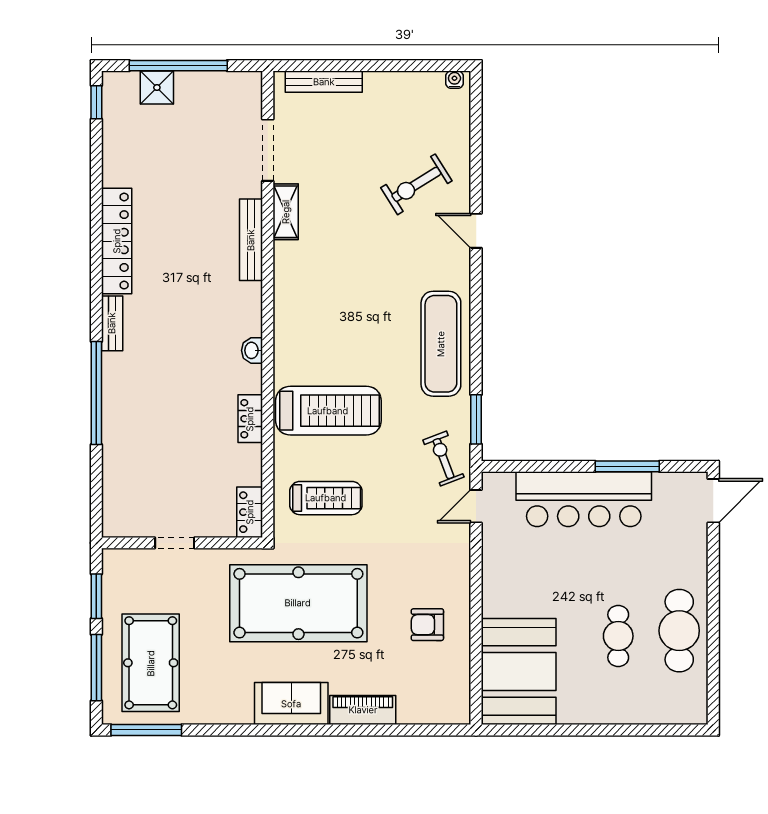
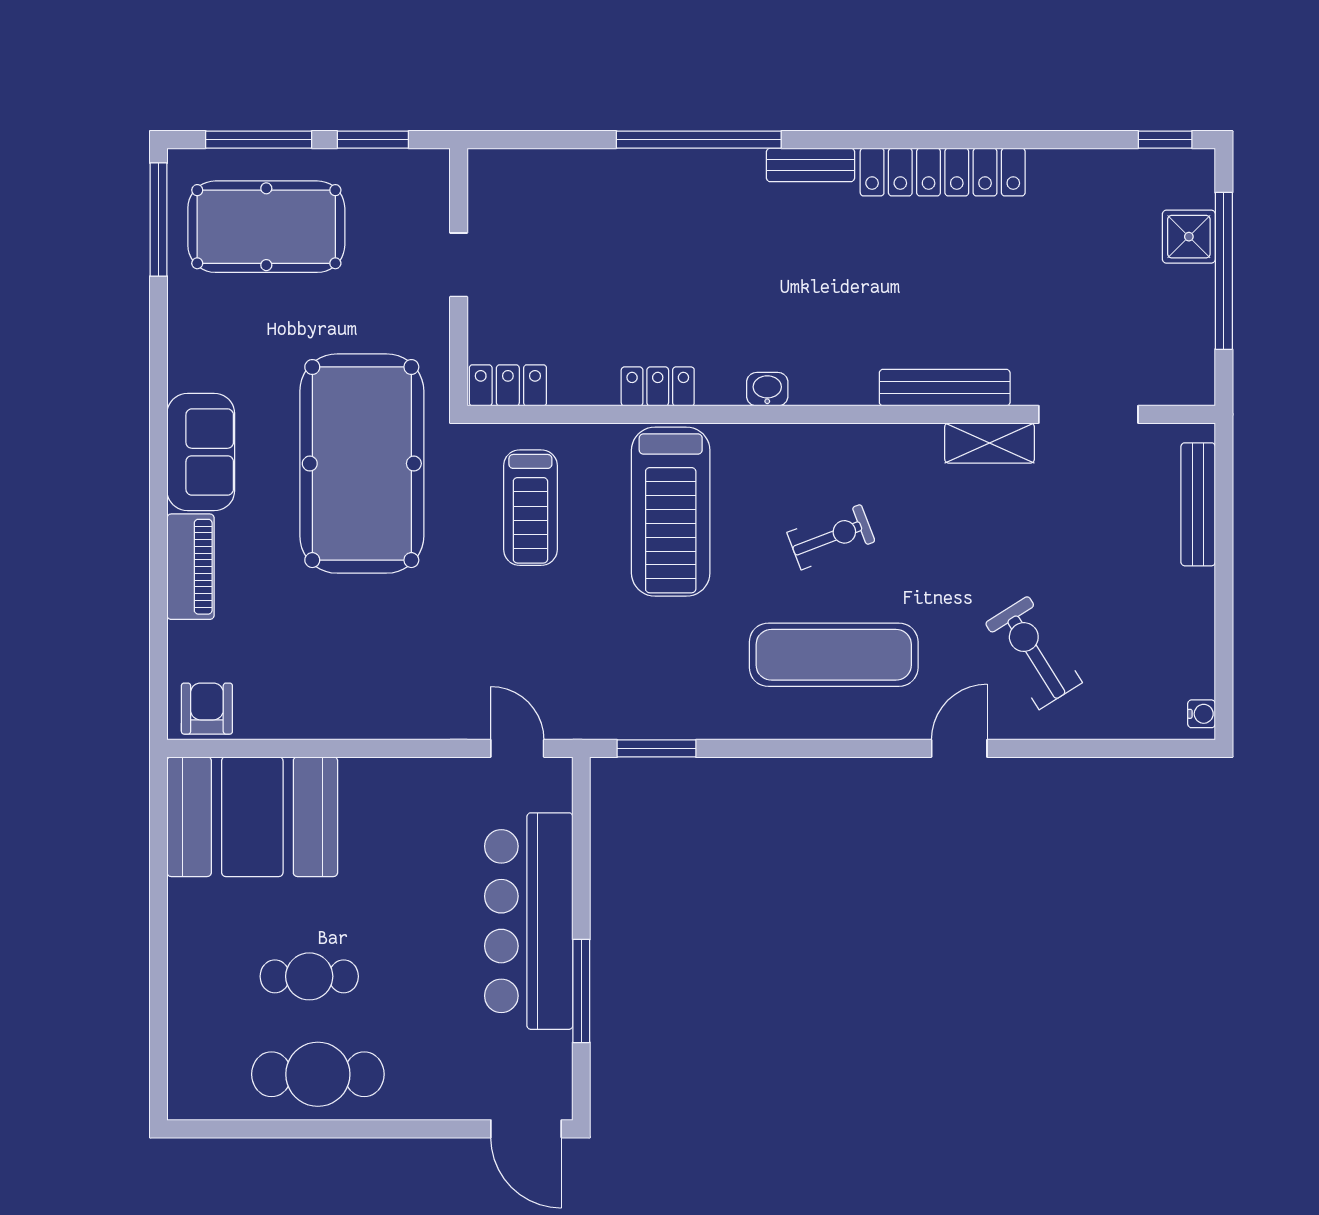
exercise mat: (441, 344) -> (834, 655), moved
exercise bike: (443, 459) -> (831, 537), moved
armchair: (427, 625) -> (207, 709), moved

